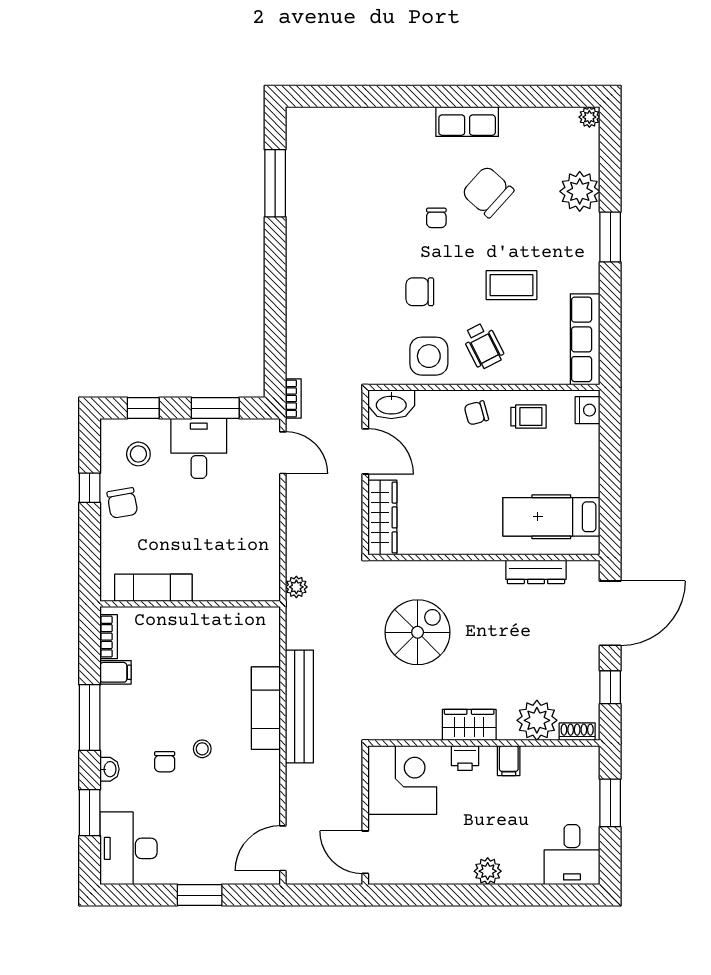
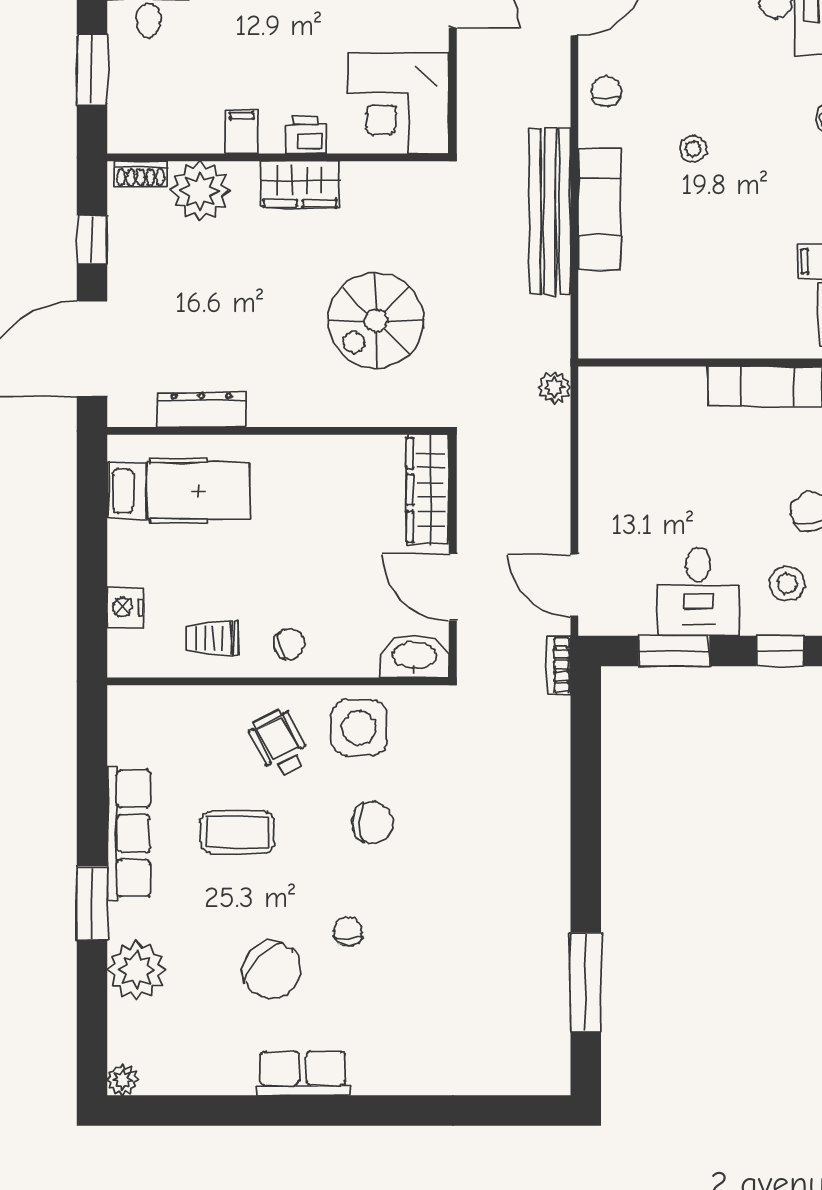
row of seats: (585, 339) -> (129, 833), moved
nightstand: (587, 410) -> (125, 607), moved
chair: (165, 762) -> (606, 91), moved

